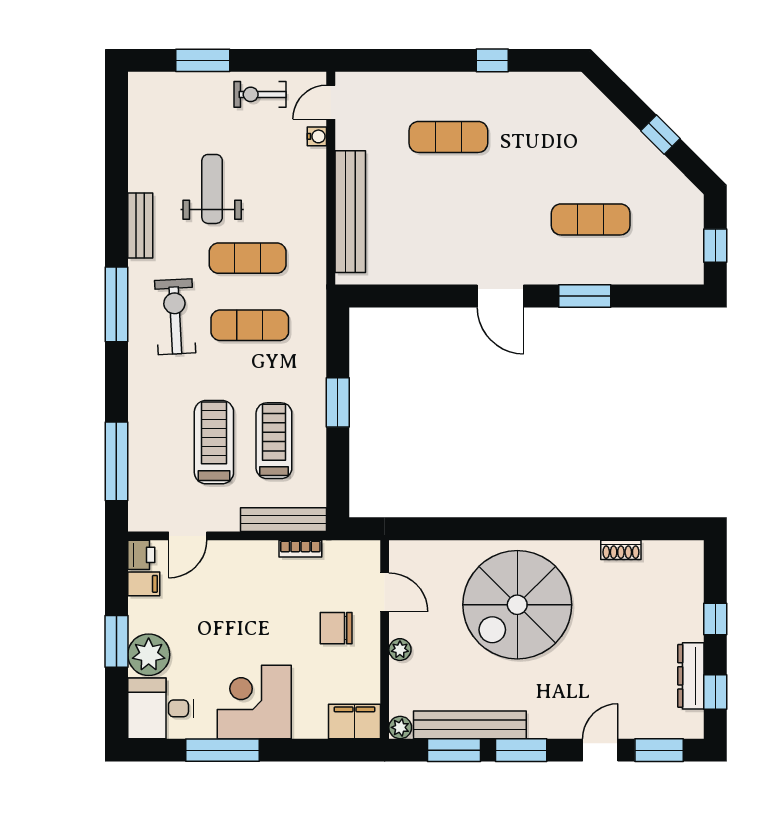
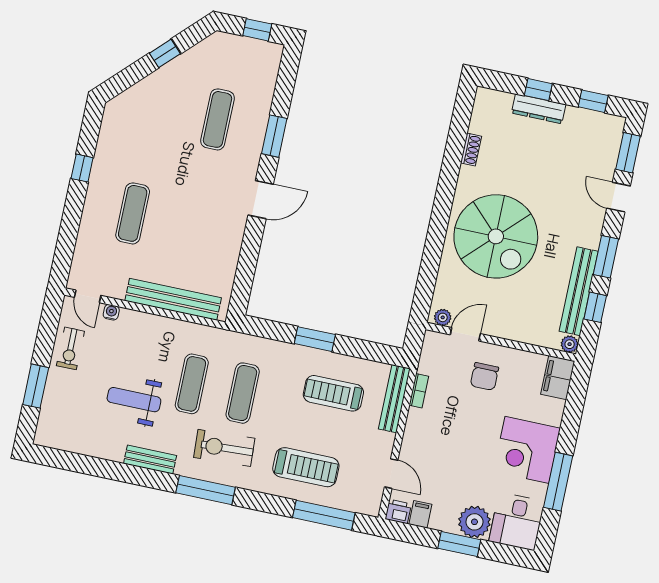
treadmill: (214, 442) -> (306, 467), moved, turned 180
plant: (400, 650) -> (443, 317), moved
dresser: (691, 676) -> (539, 109), moved
window: (454, 750) -> (595, 307), width x0.67

